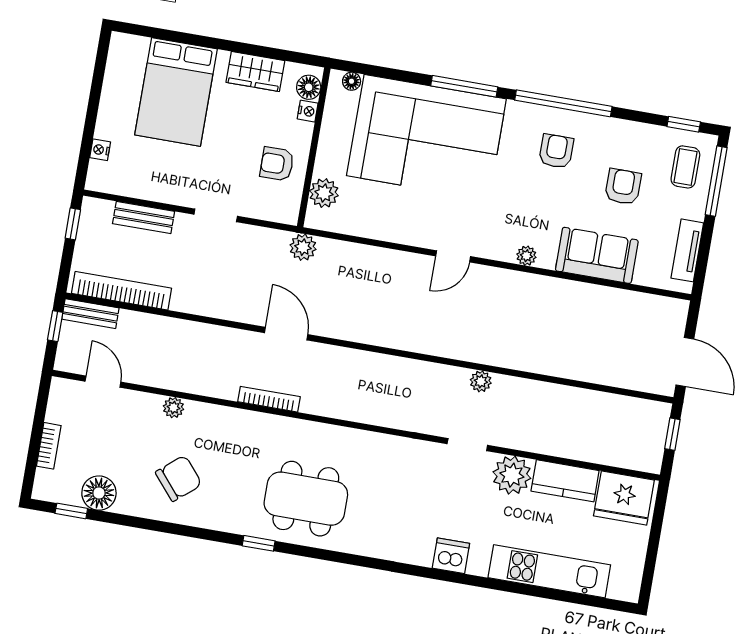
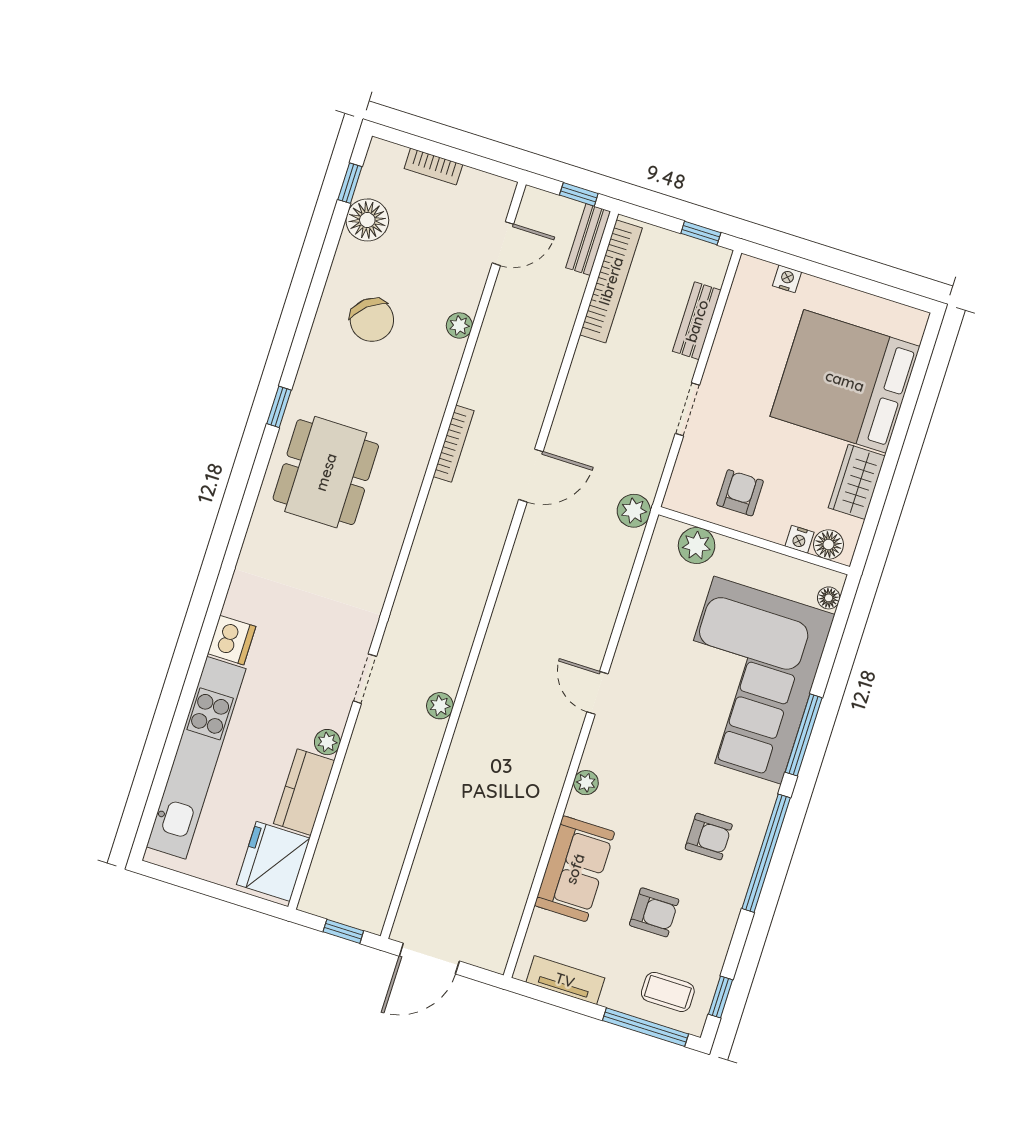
bed: (176, 92) -> (845, 381), width x1.36
plant: (512, 475) -> (327, 742), width x0.53, depth x0.53
kitchen unit: (549, 571) -> (196, 758), width x1.36

